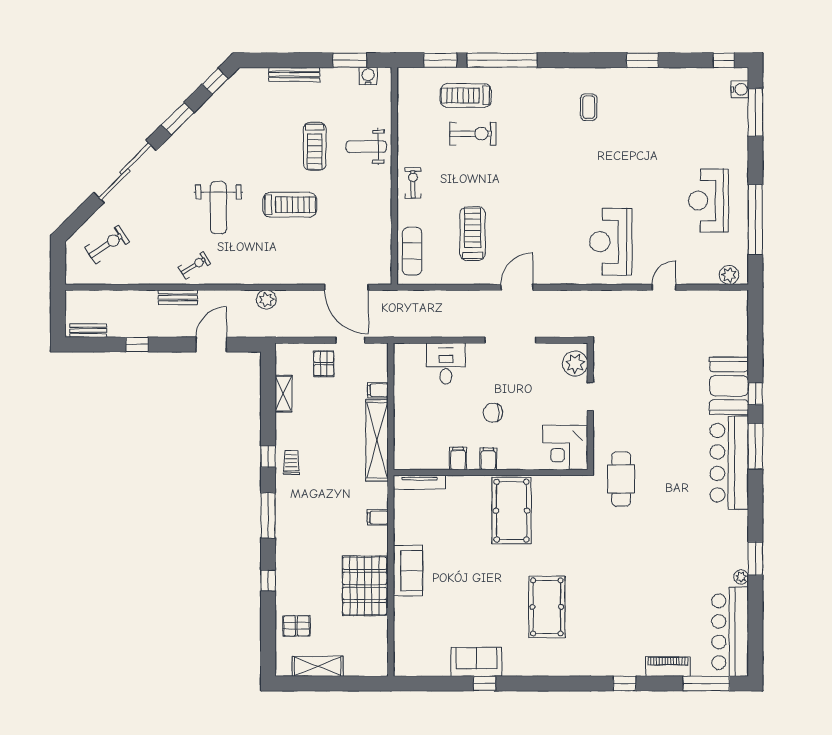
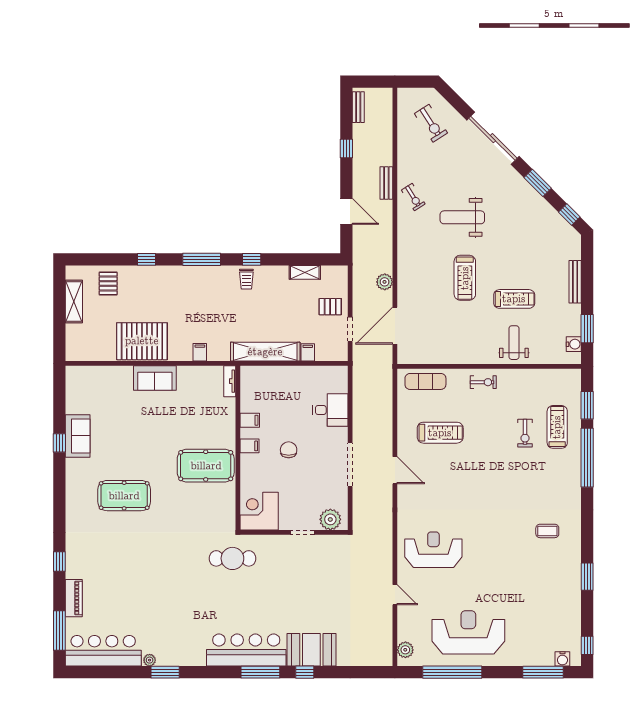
exercise bike: (473, 134) -> (525, 433), width x0.73, depth x0.72
treadmill: (315, 146) -> (514, 299), turned 180
reception desk: (708, 201) -> (468, 632), width x1.36, depth x1.30
plant: (266, 299) -> (385, 282), moved
trolley: (291, 463) -> (246, 279), turned 90
tv unit: (419, 482) -> (230, 381), width x0.71

